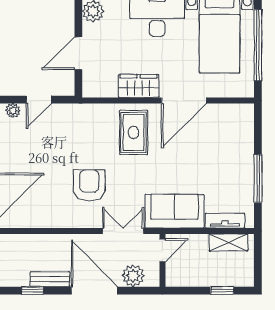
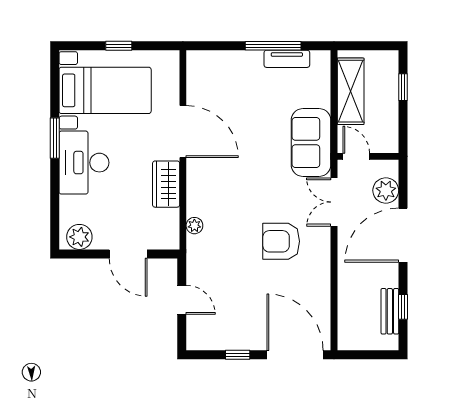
window: (258, 45) -> (119, 46), width x0.32
plant: (13, 111) -> (194, 226), moved
rug: (134, 132) -> (220, 190), removed
tv unit: (225, 221) -> (287, 59), moved, turned -90
shelving: (228, 242) -> (351, 91), width x1.50, depth x1.33
bench: (50, 279) -> (390, 311), moved

